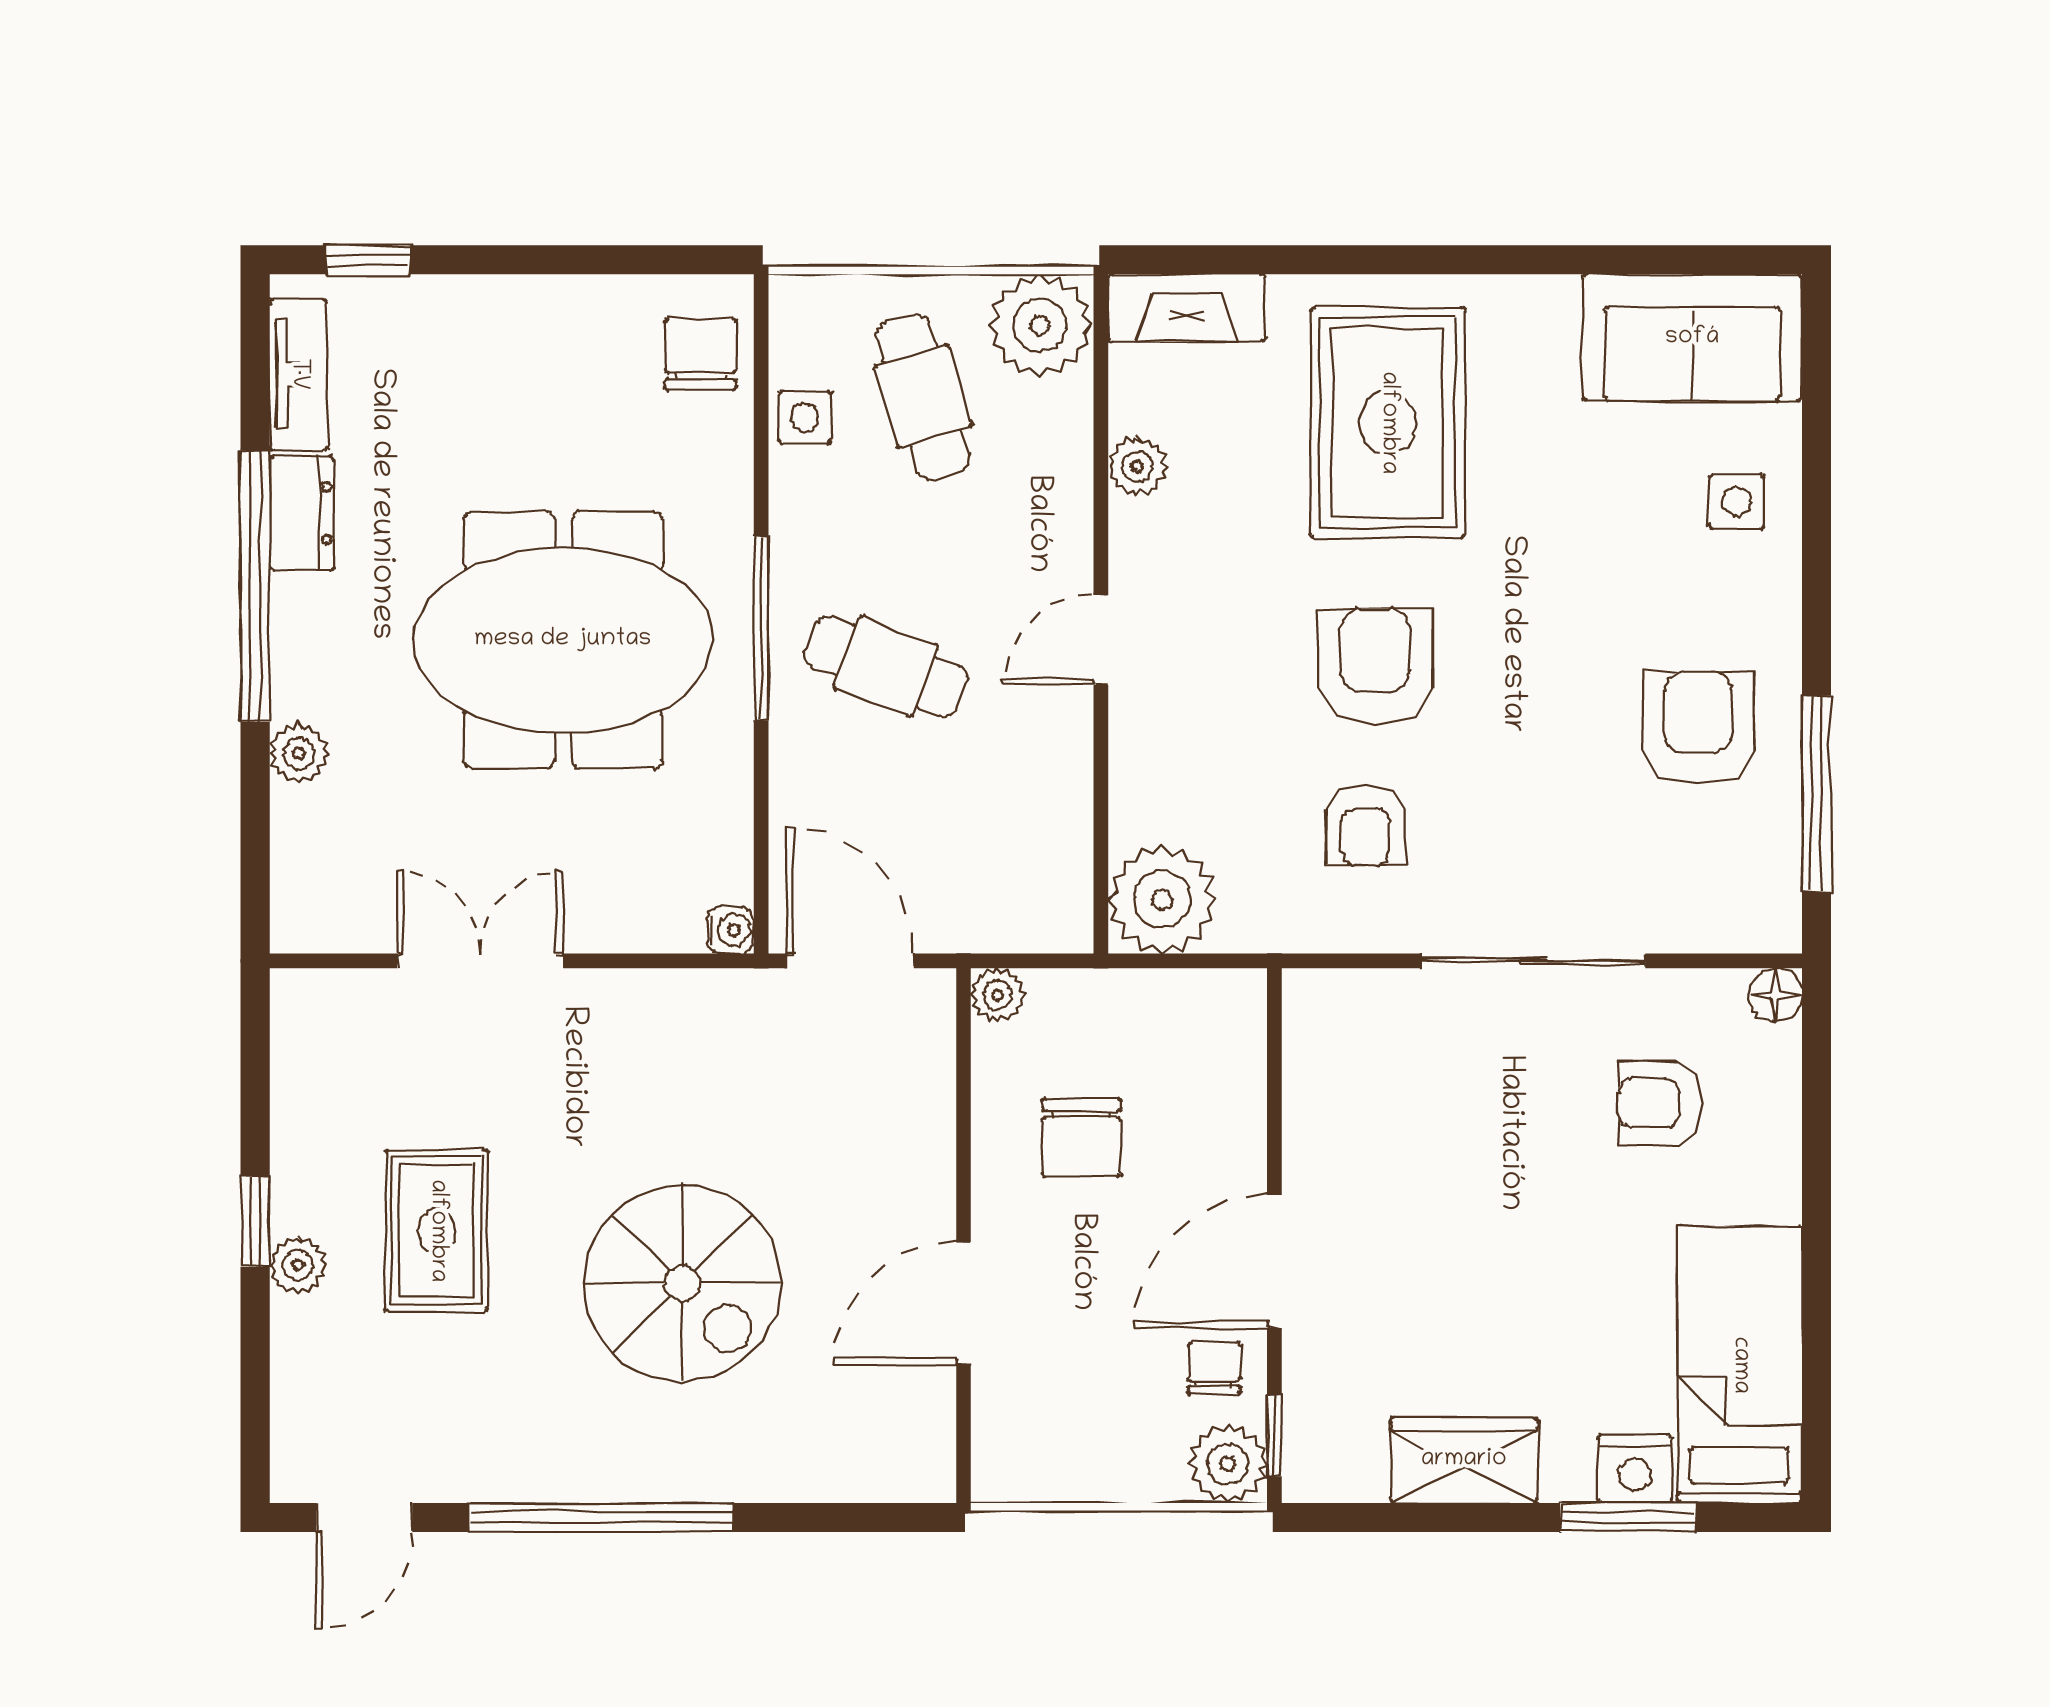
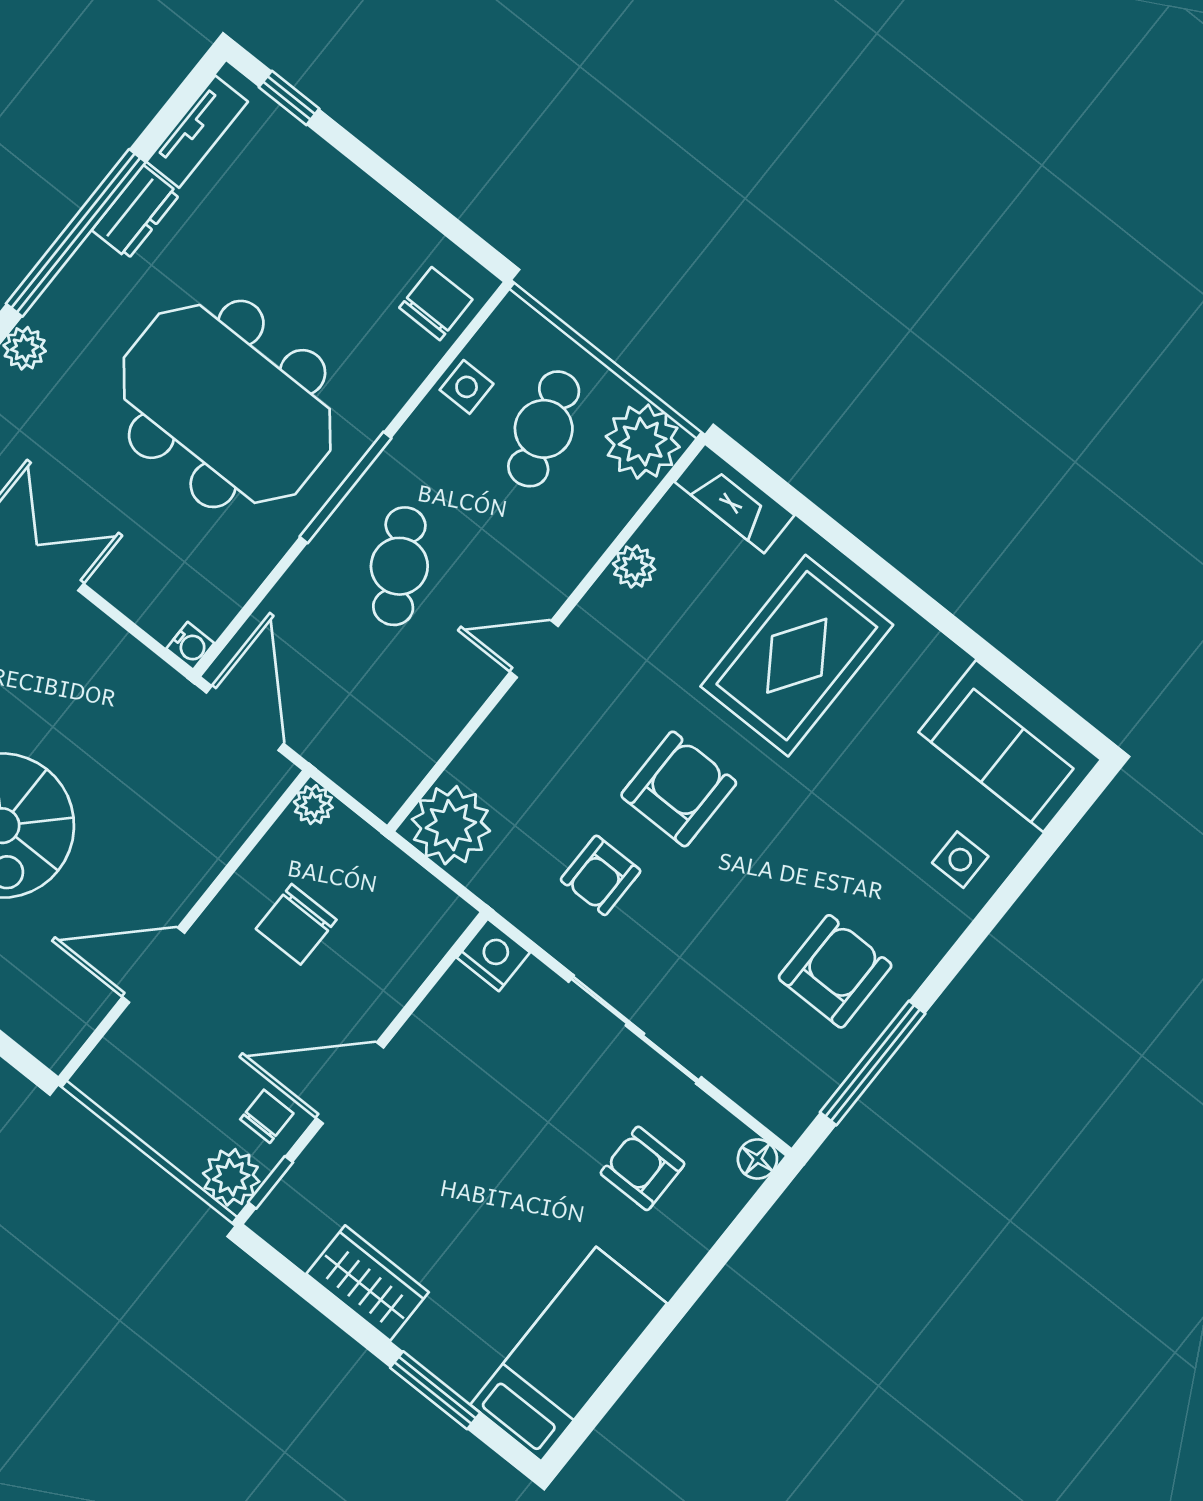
cafe table: (886, 666) -> (399, 566), turned 39
nightstand: (1635, 1469) -> (493, 955), moved, turned 180

